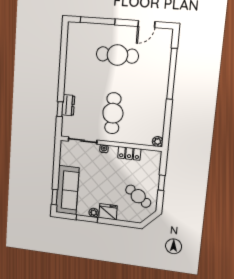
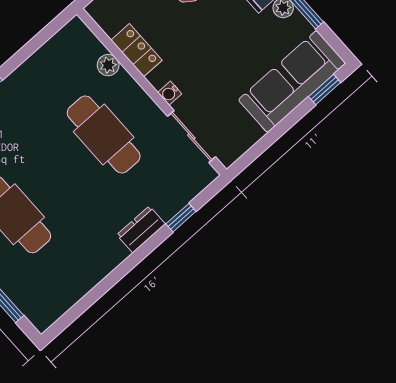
dresser: (68, 105) -> (141, 229), moved
cafe table: (113, 113) -> (104, 135), turned 90
plant: (158, 142) -> (108, 65), moved

